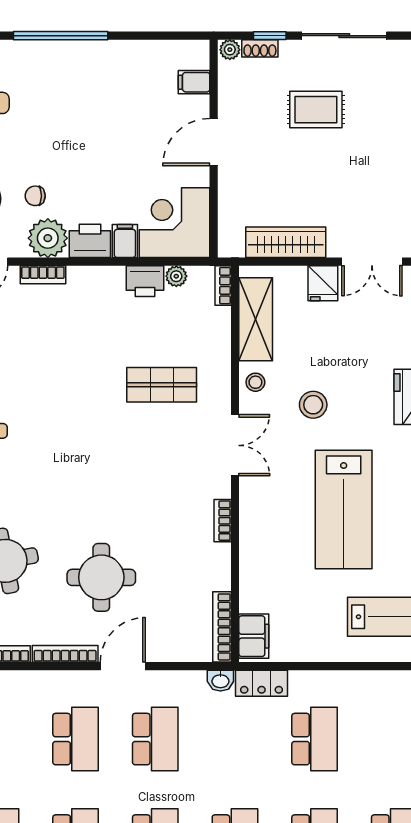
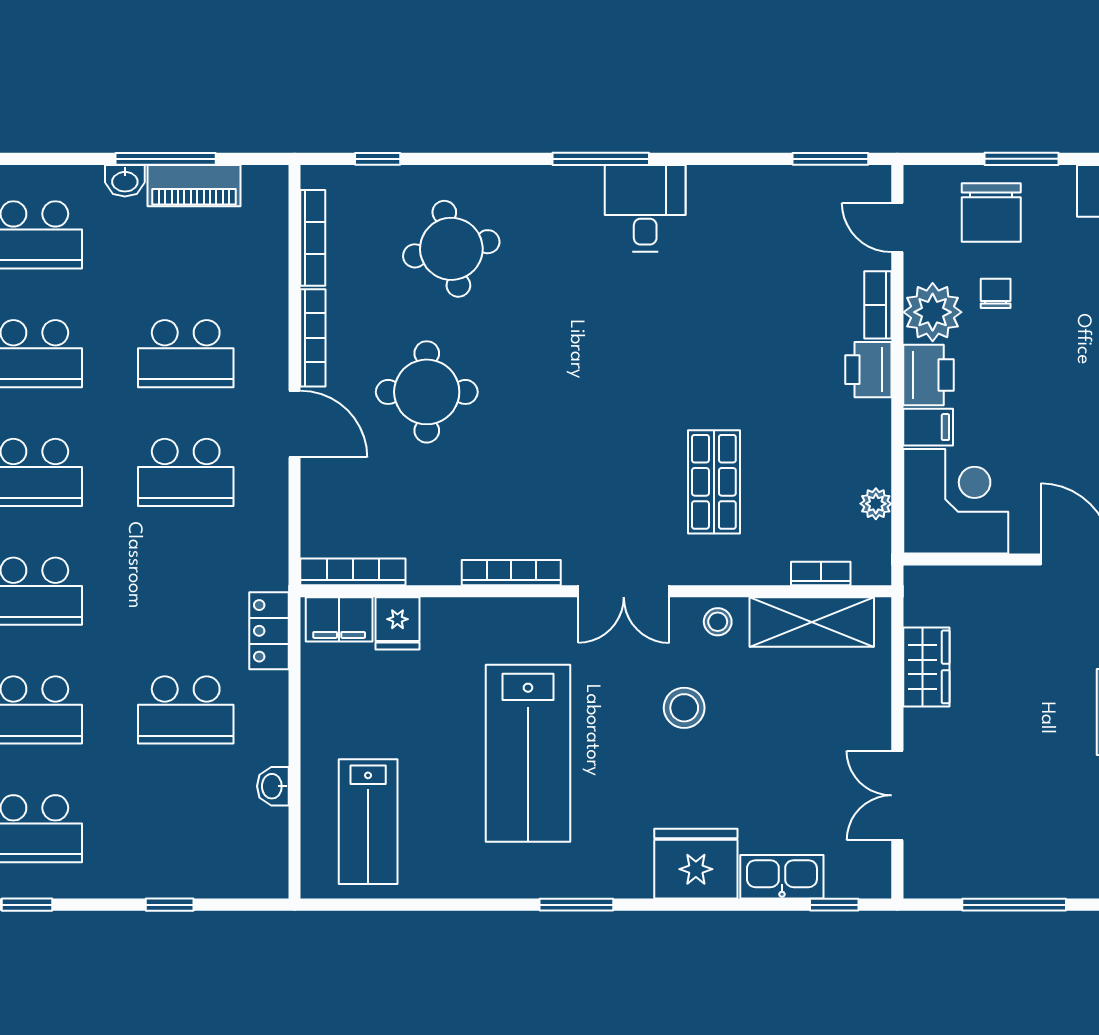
wardrobe: (286, 242) -> (926, 667), width x0.67
printer: (145, 281) -> (868, 370), moved
fridge: (323, 283) -> (397, 623), moved, turned -90
bookcase: (223, 286) -> (821, 573), moved
lab bench: (344, 509) -> (528, 753), turned -90
bookcase: (223, 521) -> (511, 573), width x1.56
washbasin: (220, 681) -> (273, 786), moved

